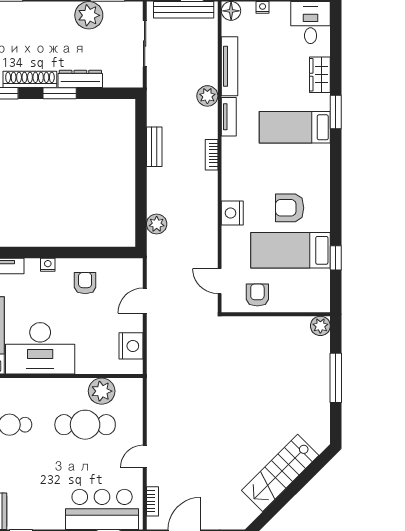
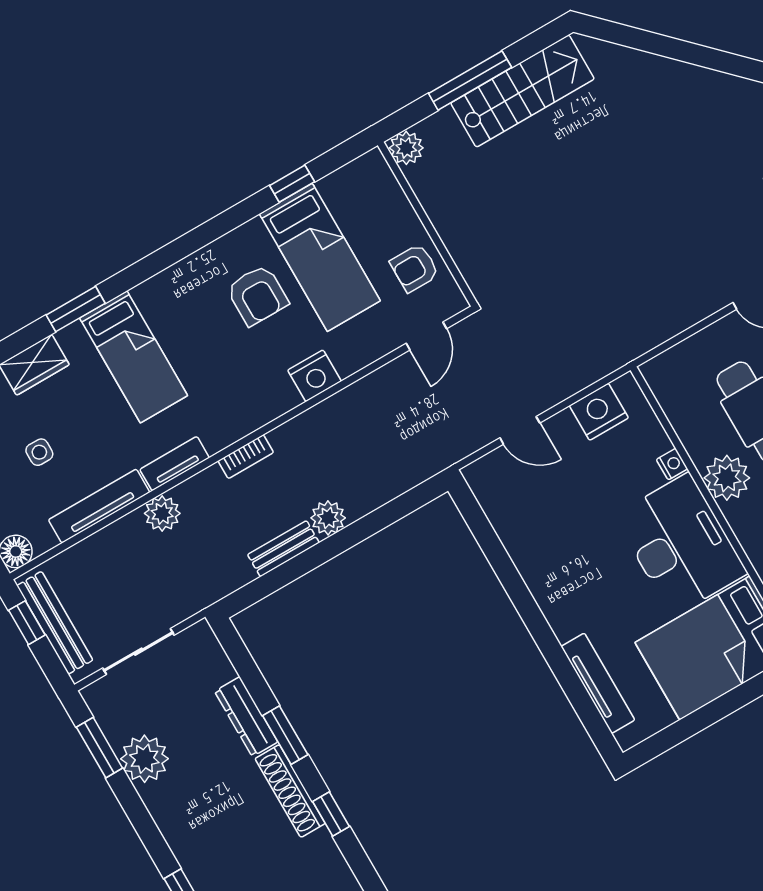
side table: (274, 52) -> (39, 452), added
plant: (157, 224) -> (328, 518), moved
nightstand: (48, 265) -> (672, 464), moved, turned 180
armchair: (85, 283) -> (545, 534), removed
plant: (102, 391) -> (727, 478), moved
stairs: (280, 473) -> (522, 91), moved, turned -45

